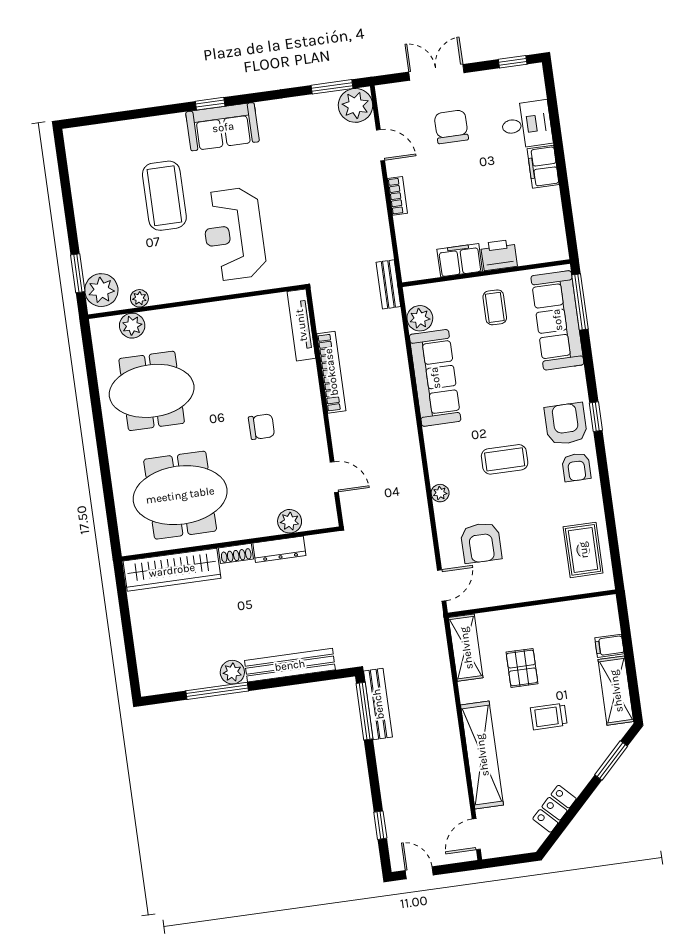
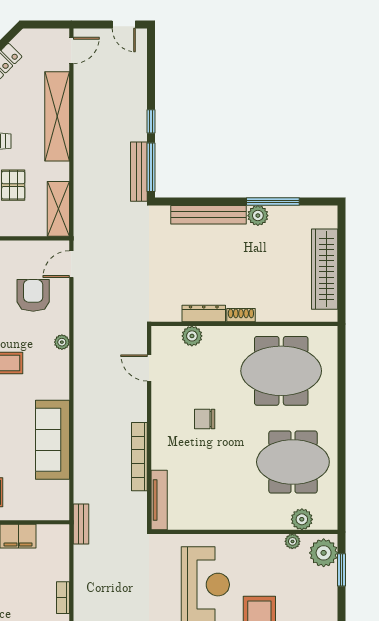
plant: (420, 318) -> (58, 492), removed
wardrobe: (172, 570) -> (325, 269), moved, turned -90
window: (380, 825) -> (151, 121), moved

